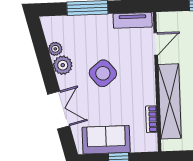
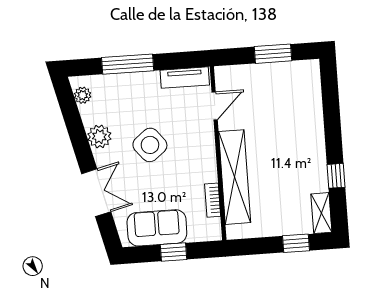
plant: (55, 49) -> (83, 95), moved

